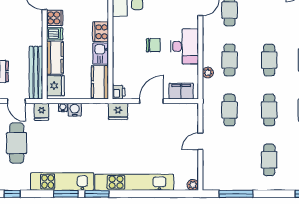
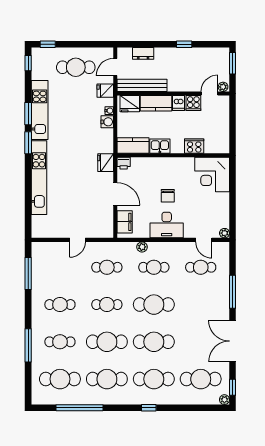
cooker: (101, 32) -> (194, 146), moved
cafe table: (269, 60) -> (154, 305), width x1.37, depth x1.35
door: (200, 141) -> (77, 240), swing flipped
plant: (193, 185) -> (37, 233), removed

